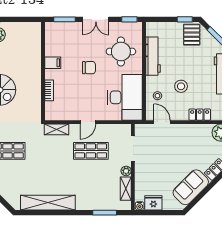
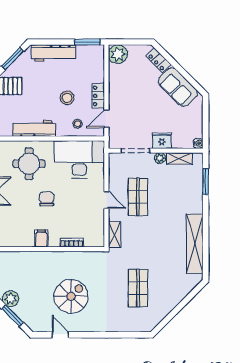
locker: (200, 115) -> (98, 96), moved
fridge: (153, 203) -> (162, 141), moved, turned 90

